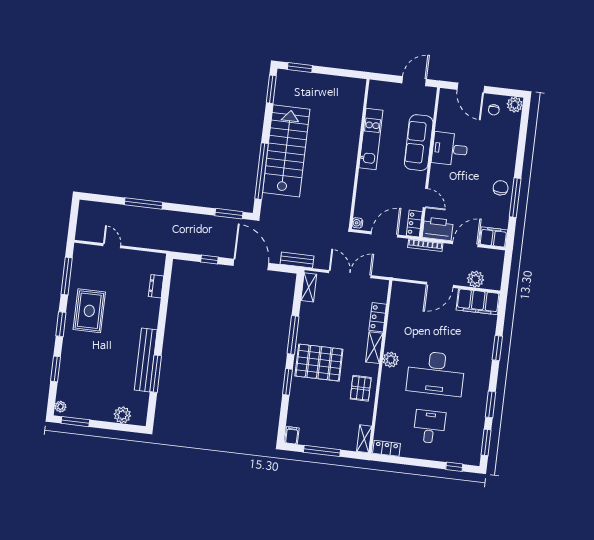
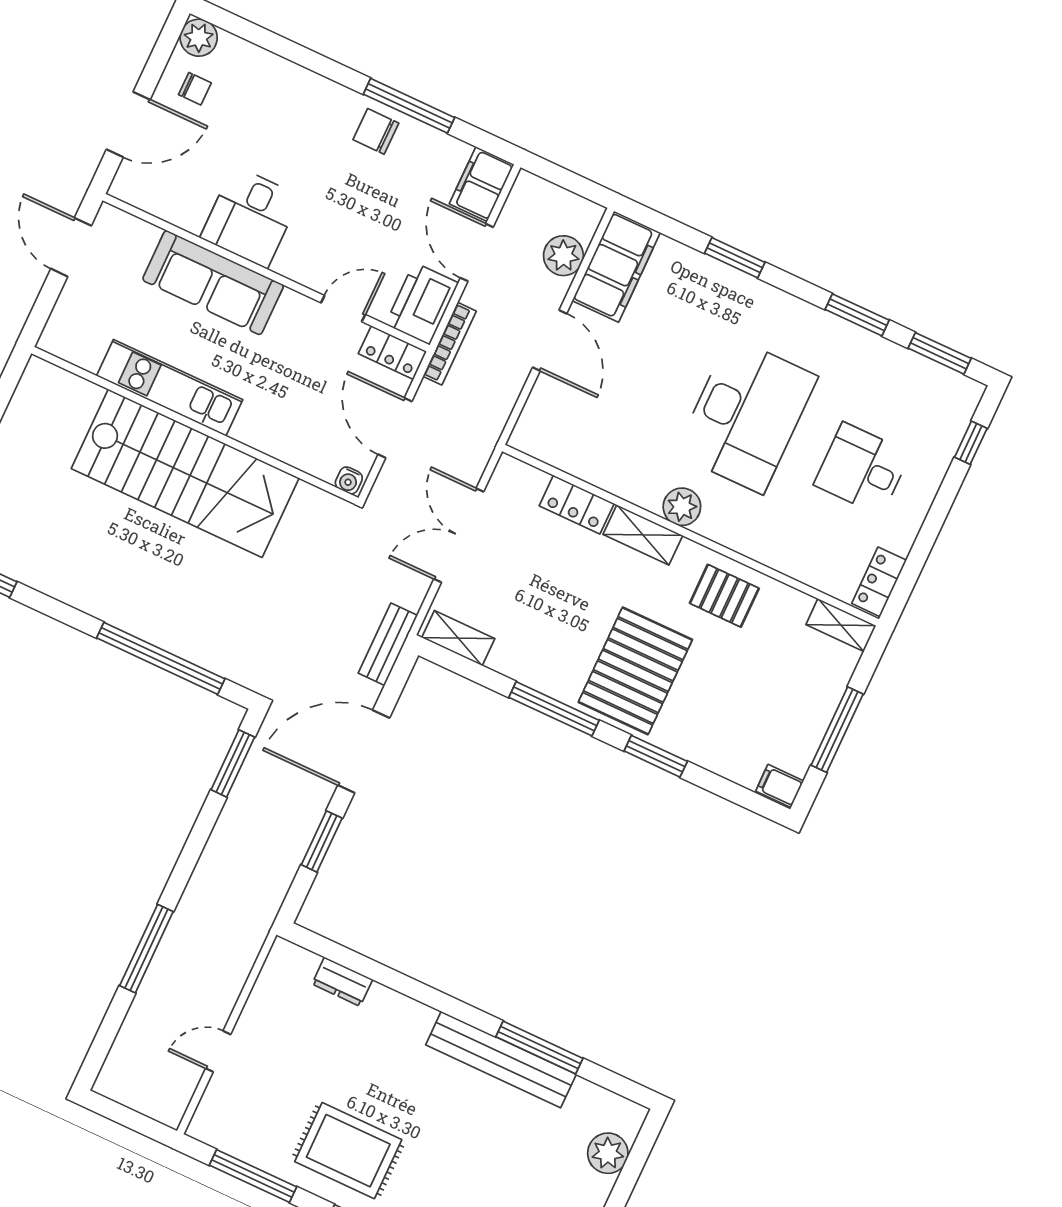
stairs: (286, 151) -> (185, 473), moved, turned 180
window: (209, 260) -> (322, 841), width x1.50

